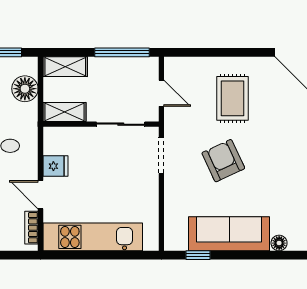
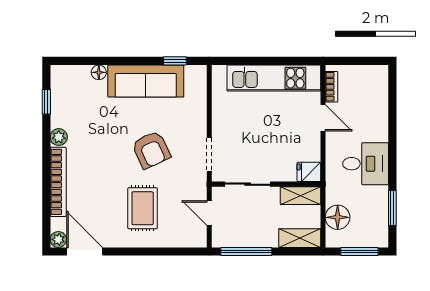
fridge: (55, 166) -> (309, 172), moved

